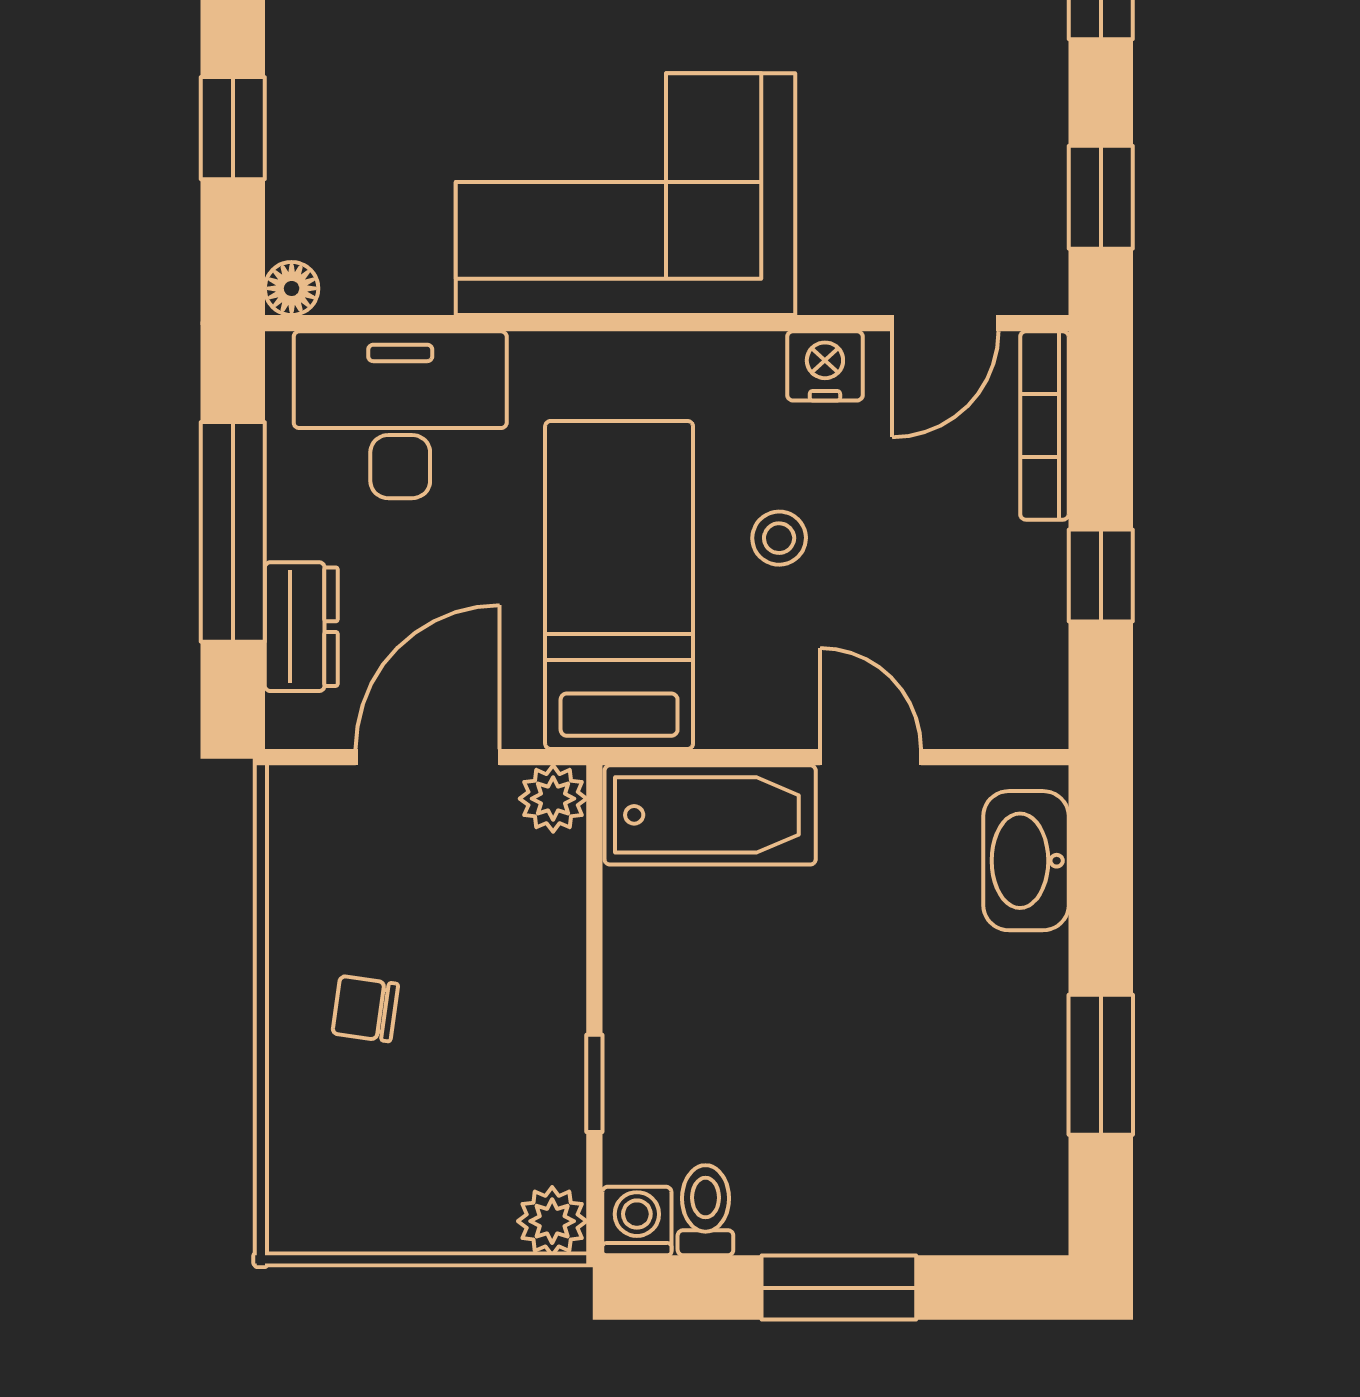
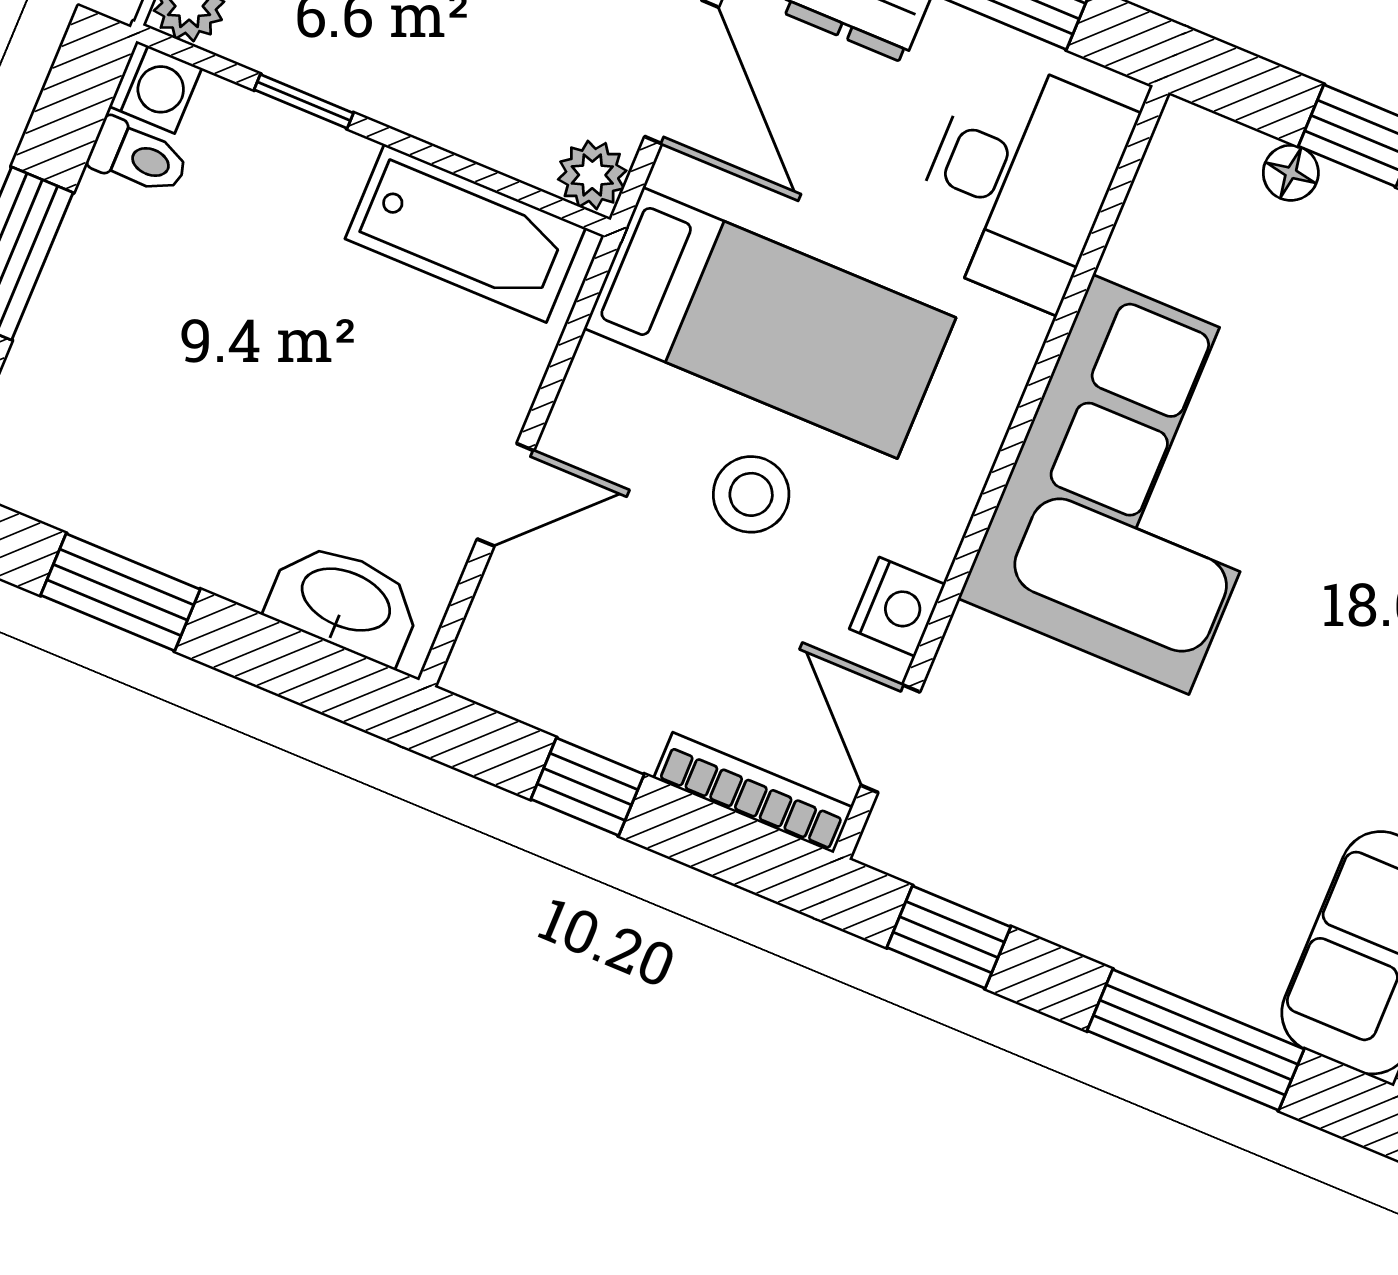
floor lamp: (292, 288) -> (1291, 173), moved
stool: (779, 538) -> (751, 494), width x1.37, depth x1.37
bathtub: (710, 815) -> (465, 233), moved, turned -90

